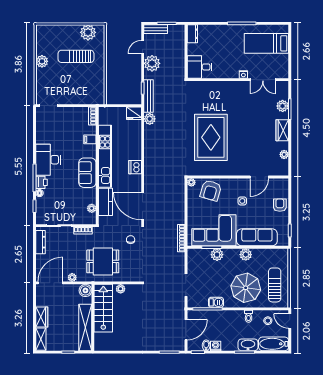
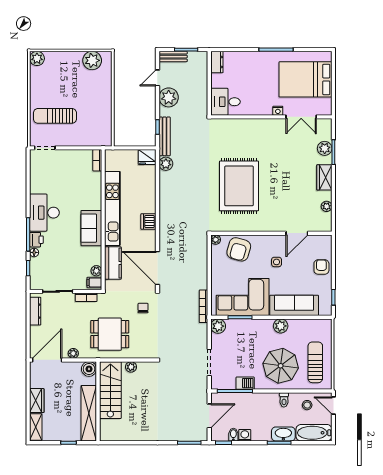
bed: (266, 43) -> (305, 79), width x1.50
sun lounger: (76, 56) -> (55, 116), moved
plant: (42, 61) -> (37, 58), moved
filing cabinet: (90, 139) -> (94, 282), moved
plant: (217, 255) -> (218, 326), moved

